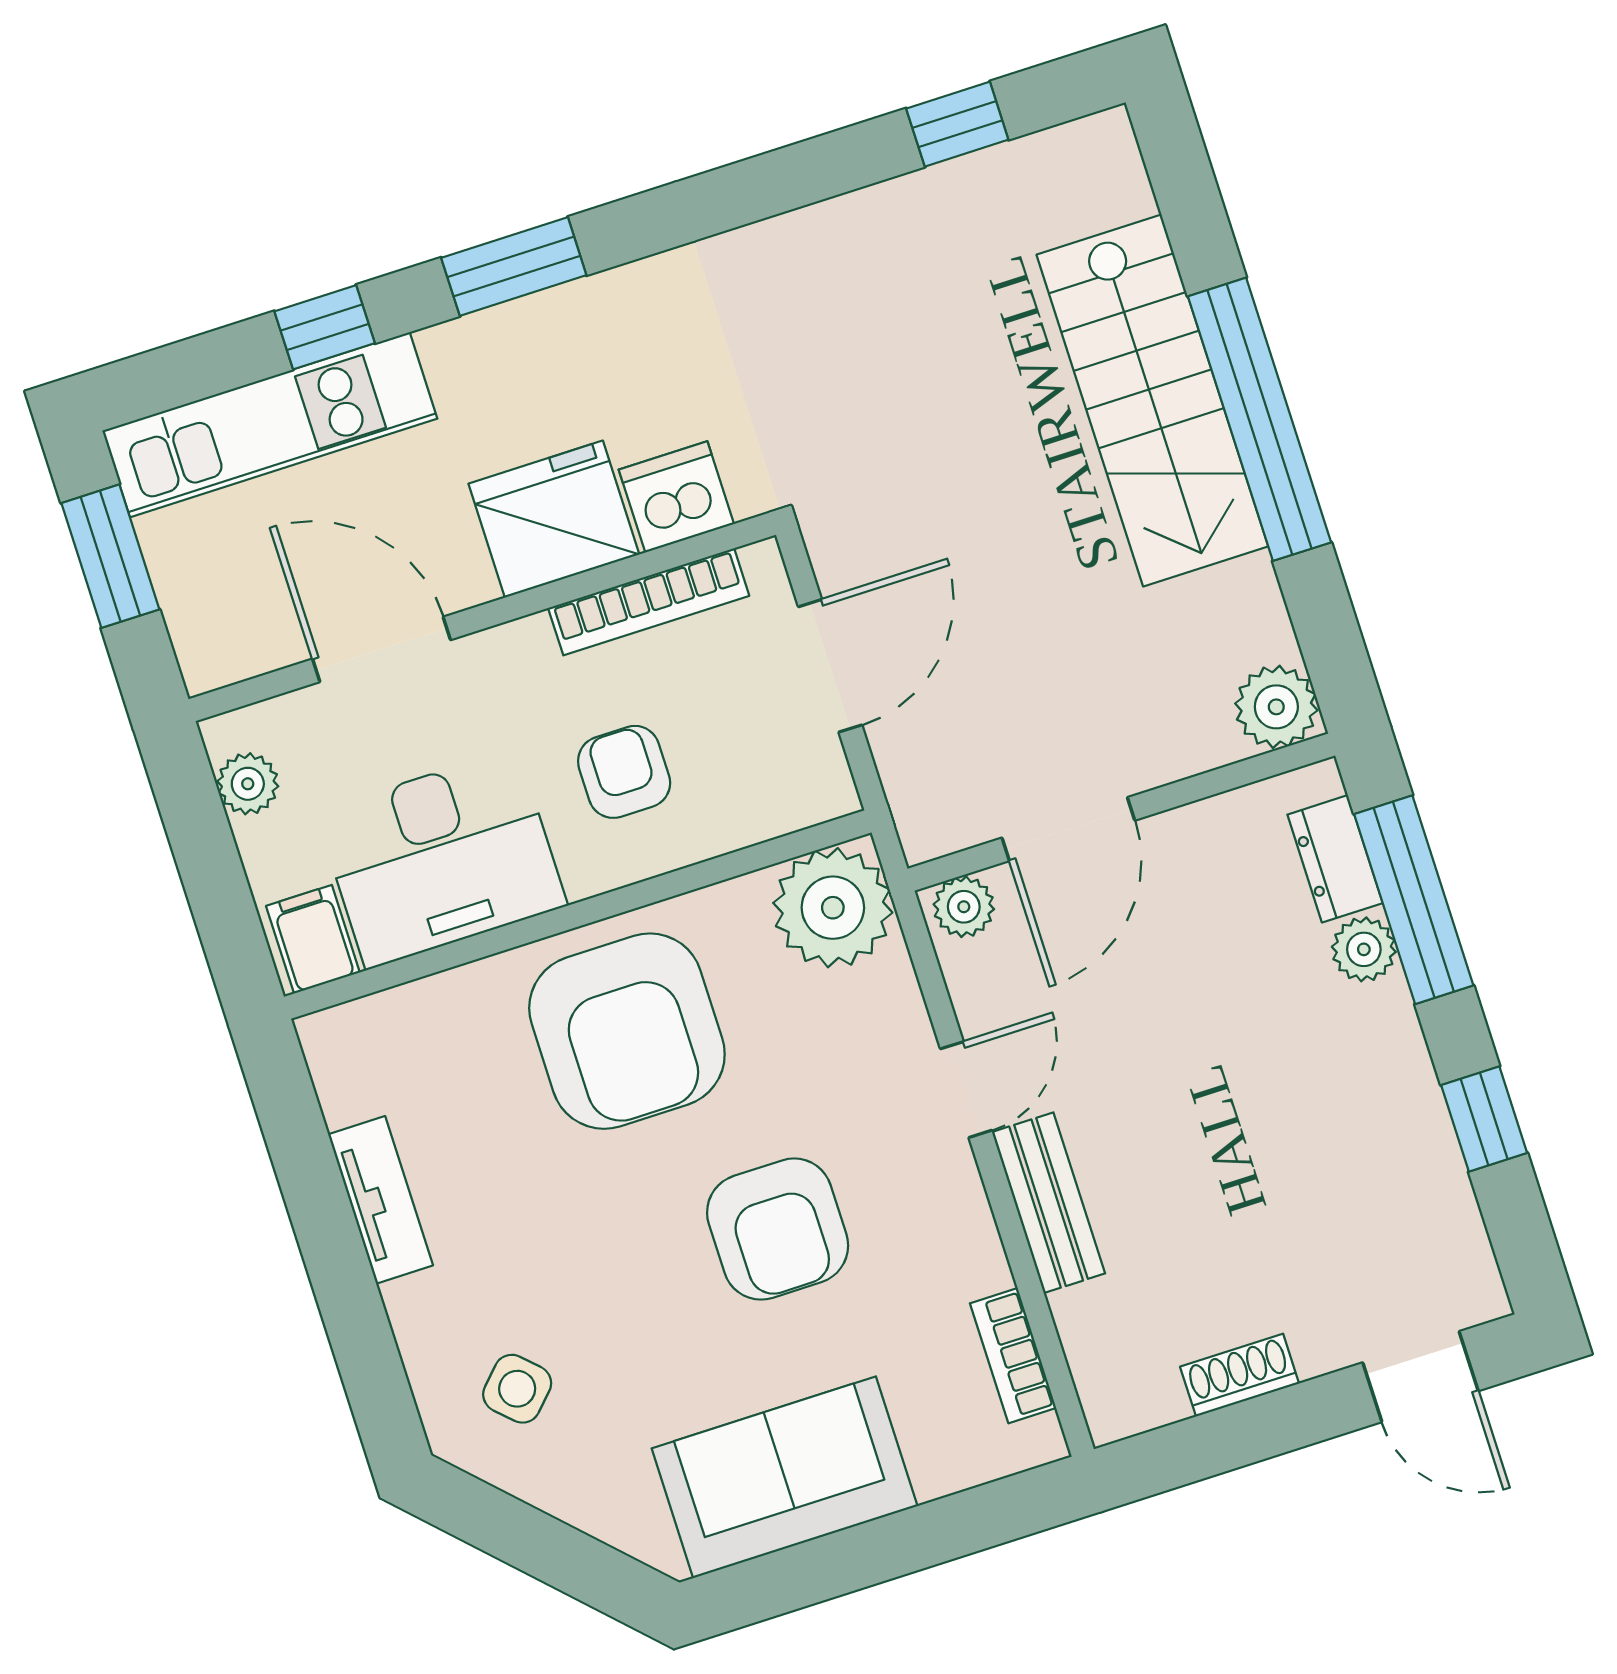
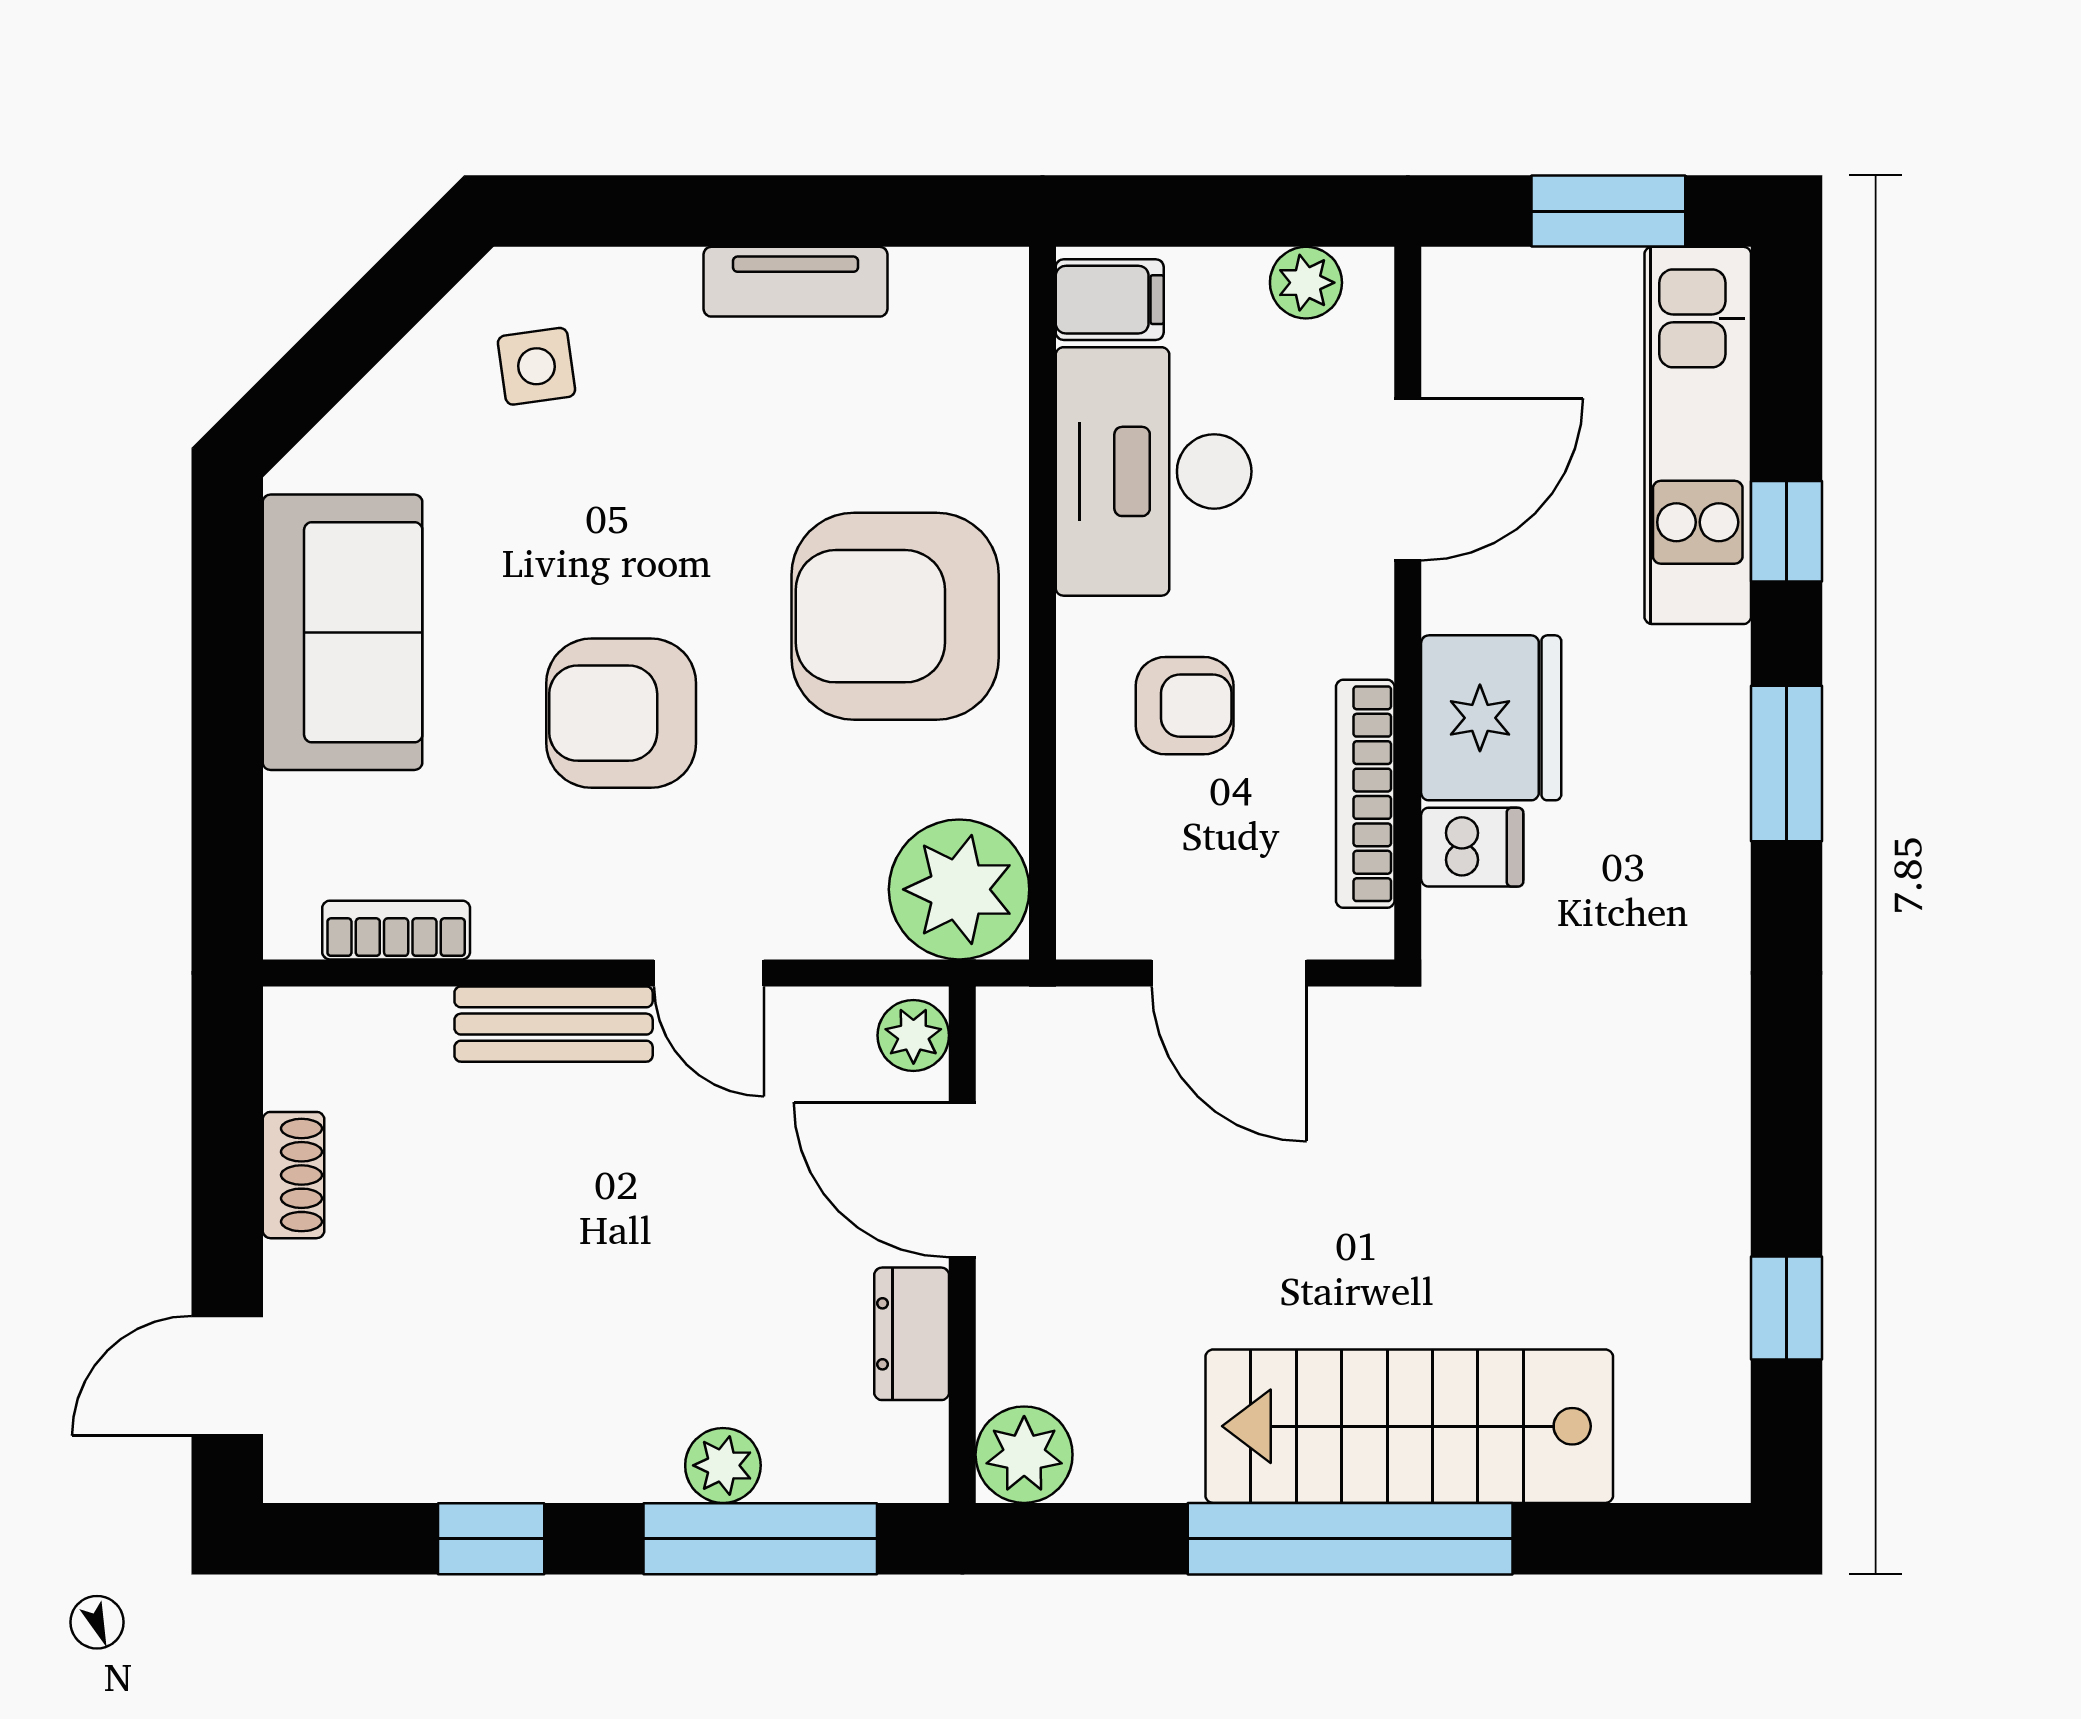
dishwasher: (676, 497) -> (1472, 847), width x0.73
dresser: (1335, 859) -> (912, 1334), moved, turned -90
side table: (517, 1389) -> (536, 366), turned 38

